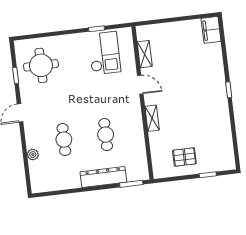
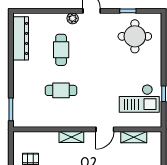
cafe table: (64, 140) -> (61, 50), turned 90
plant: (33, 155) -> (73, 18), moved
dresser: (103, 177) -> (21, 38), moved

